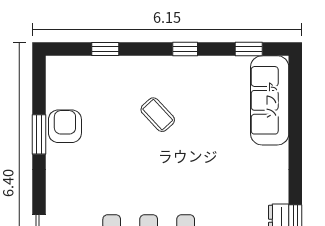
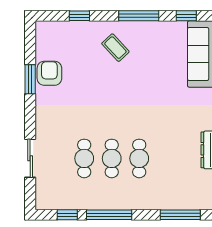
window: (185, 49) -> (139, 16), width x2.17
coffee table: (158, 115) -> (115, 48), moved

